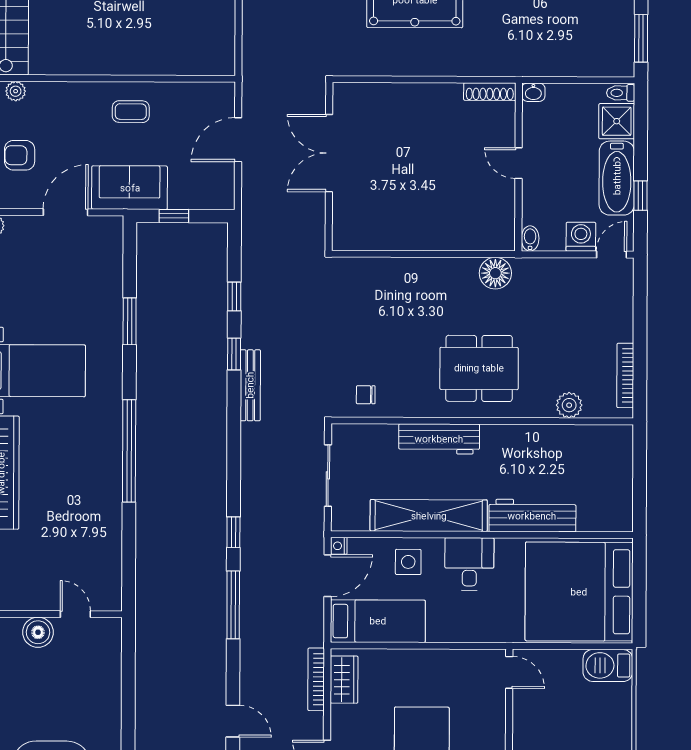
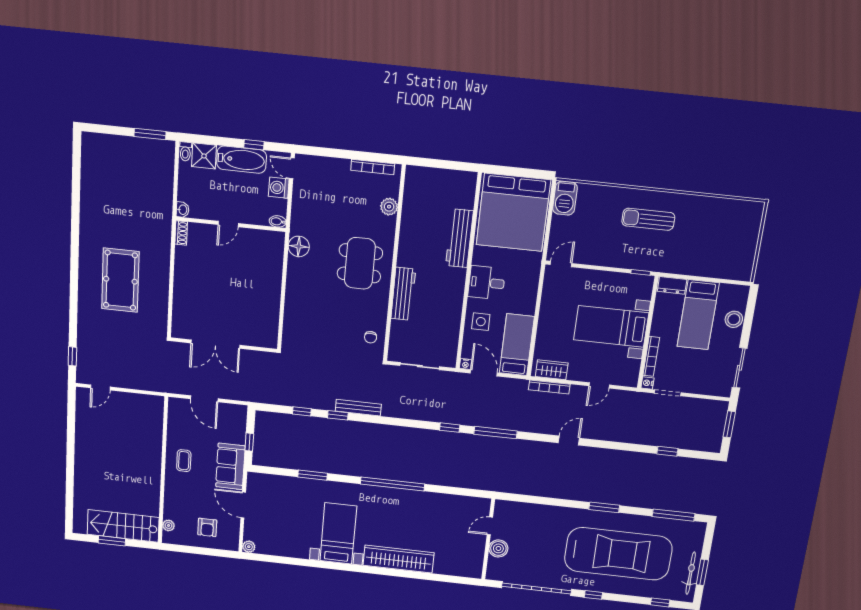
shoe rack: (490, 92) -> (181, 233), width x0.70
shelving: (429, 516) -> (452, 305), removed

